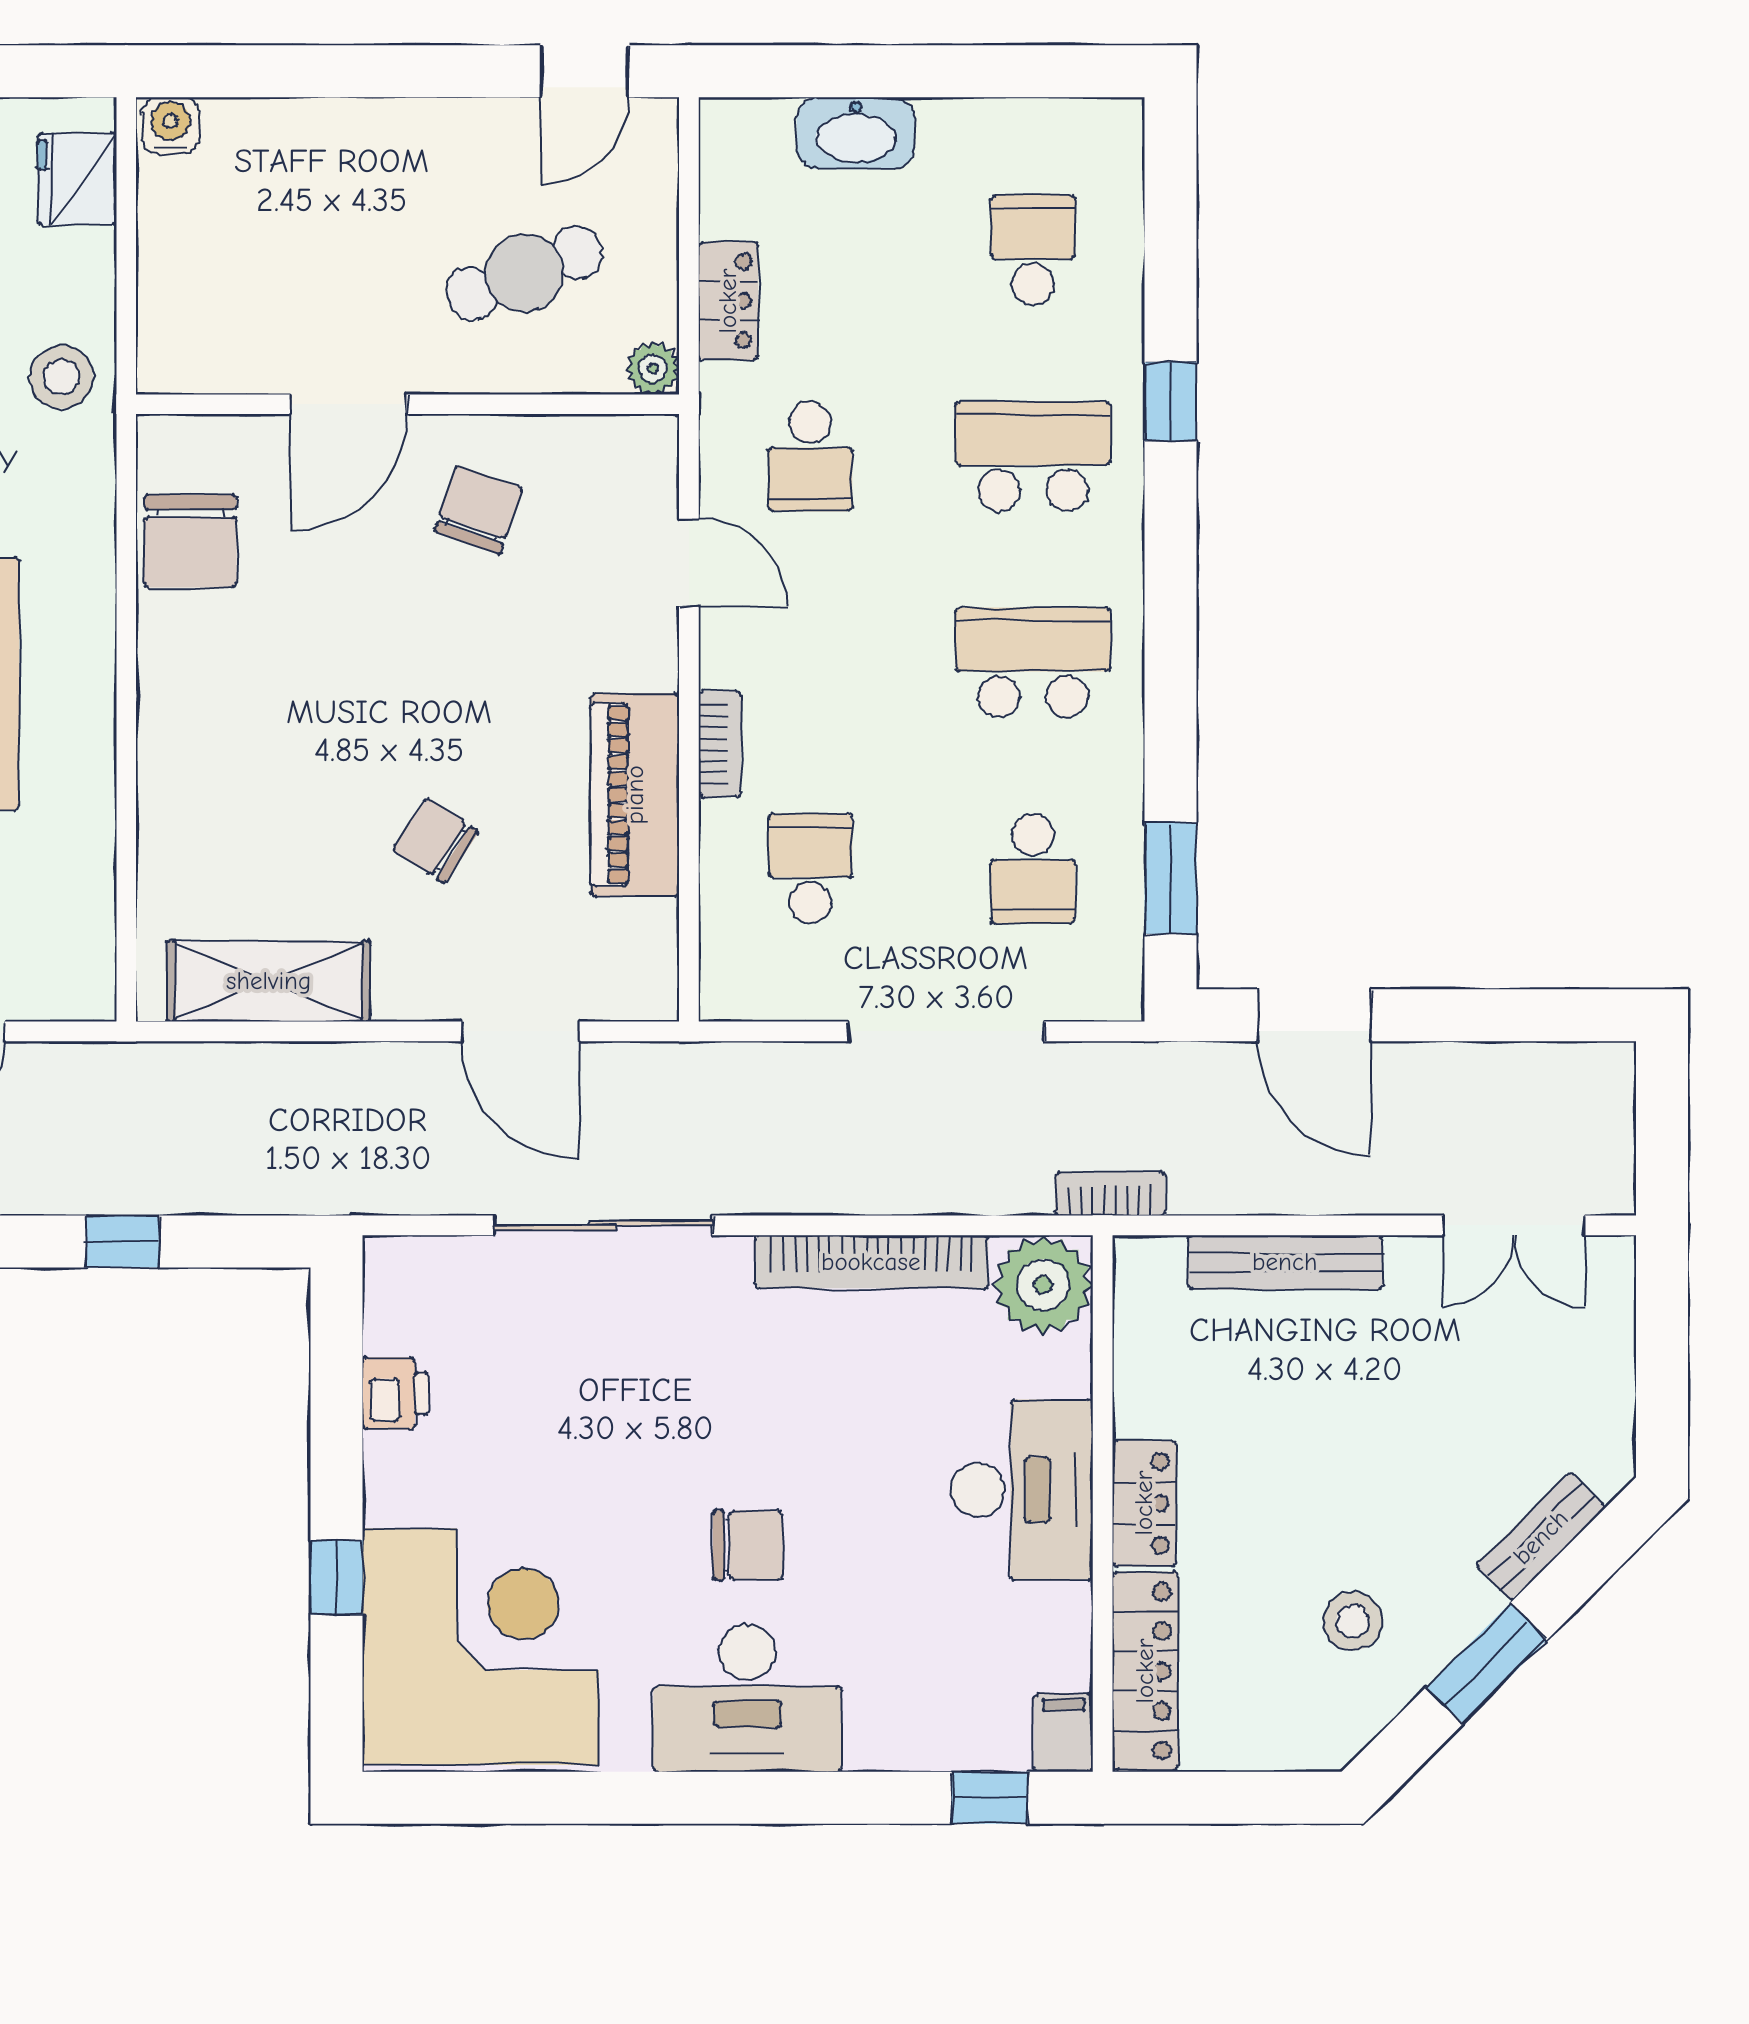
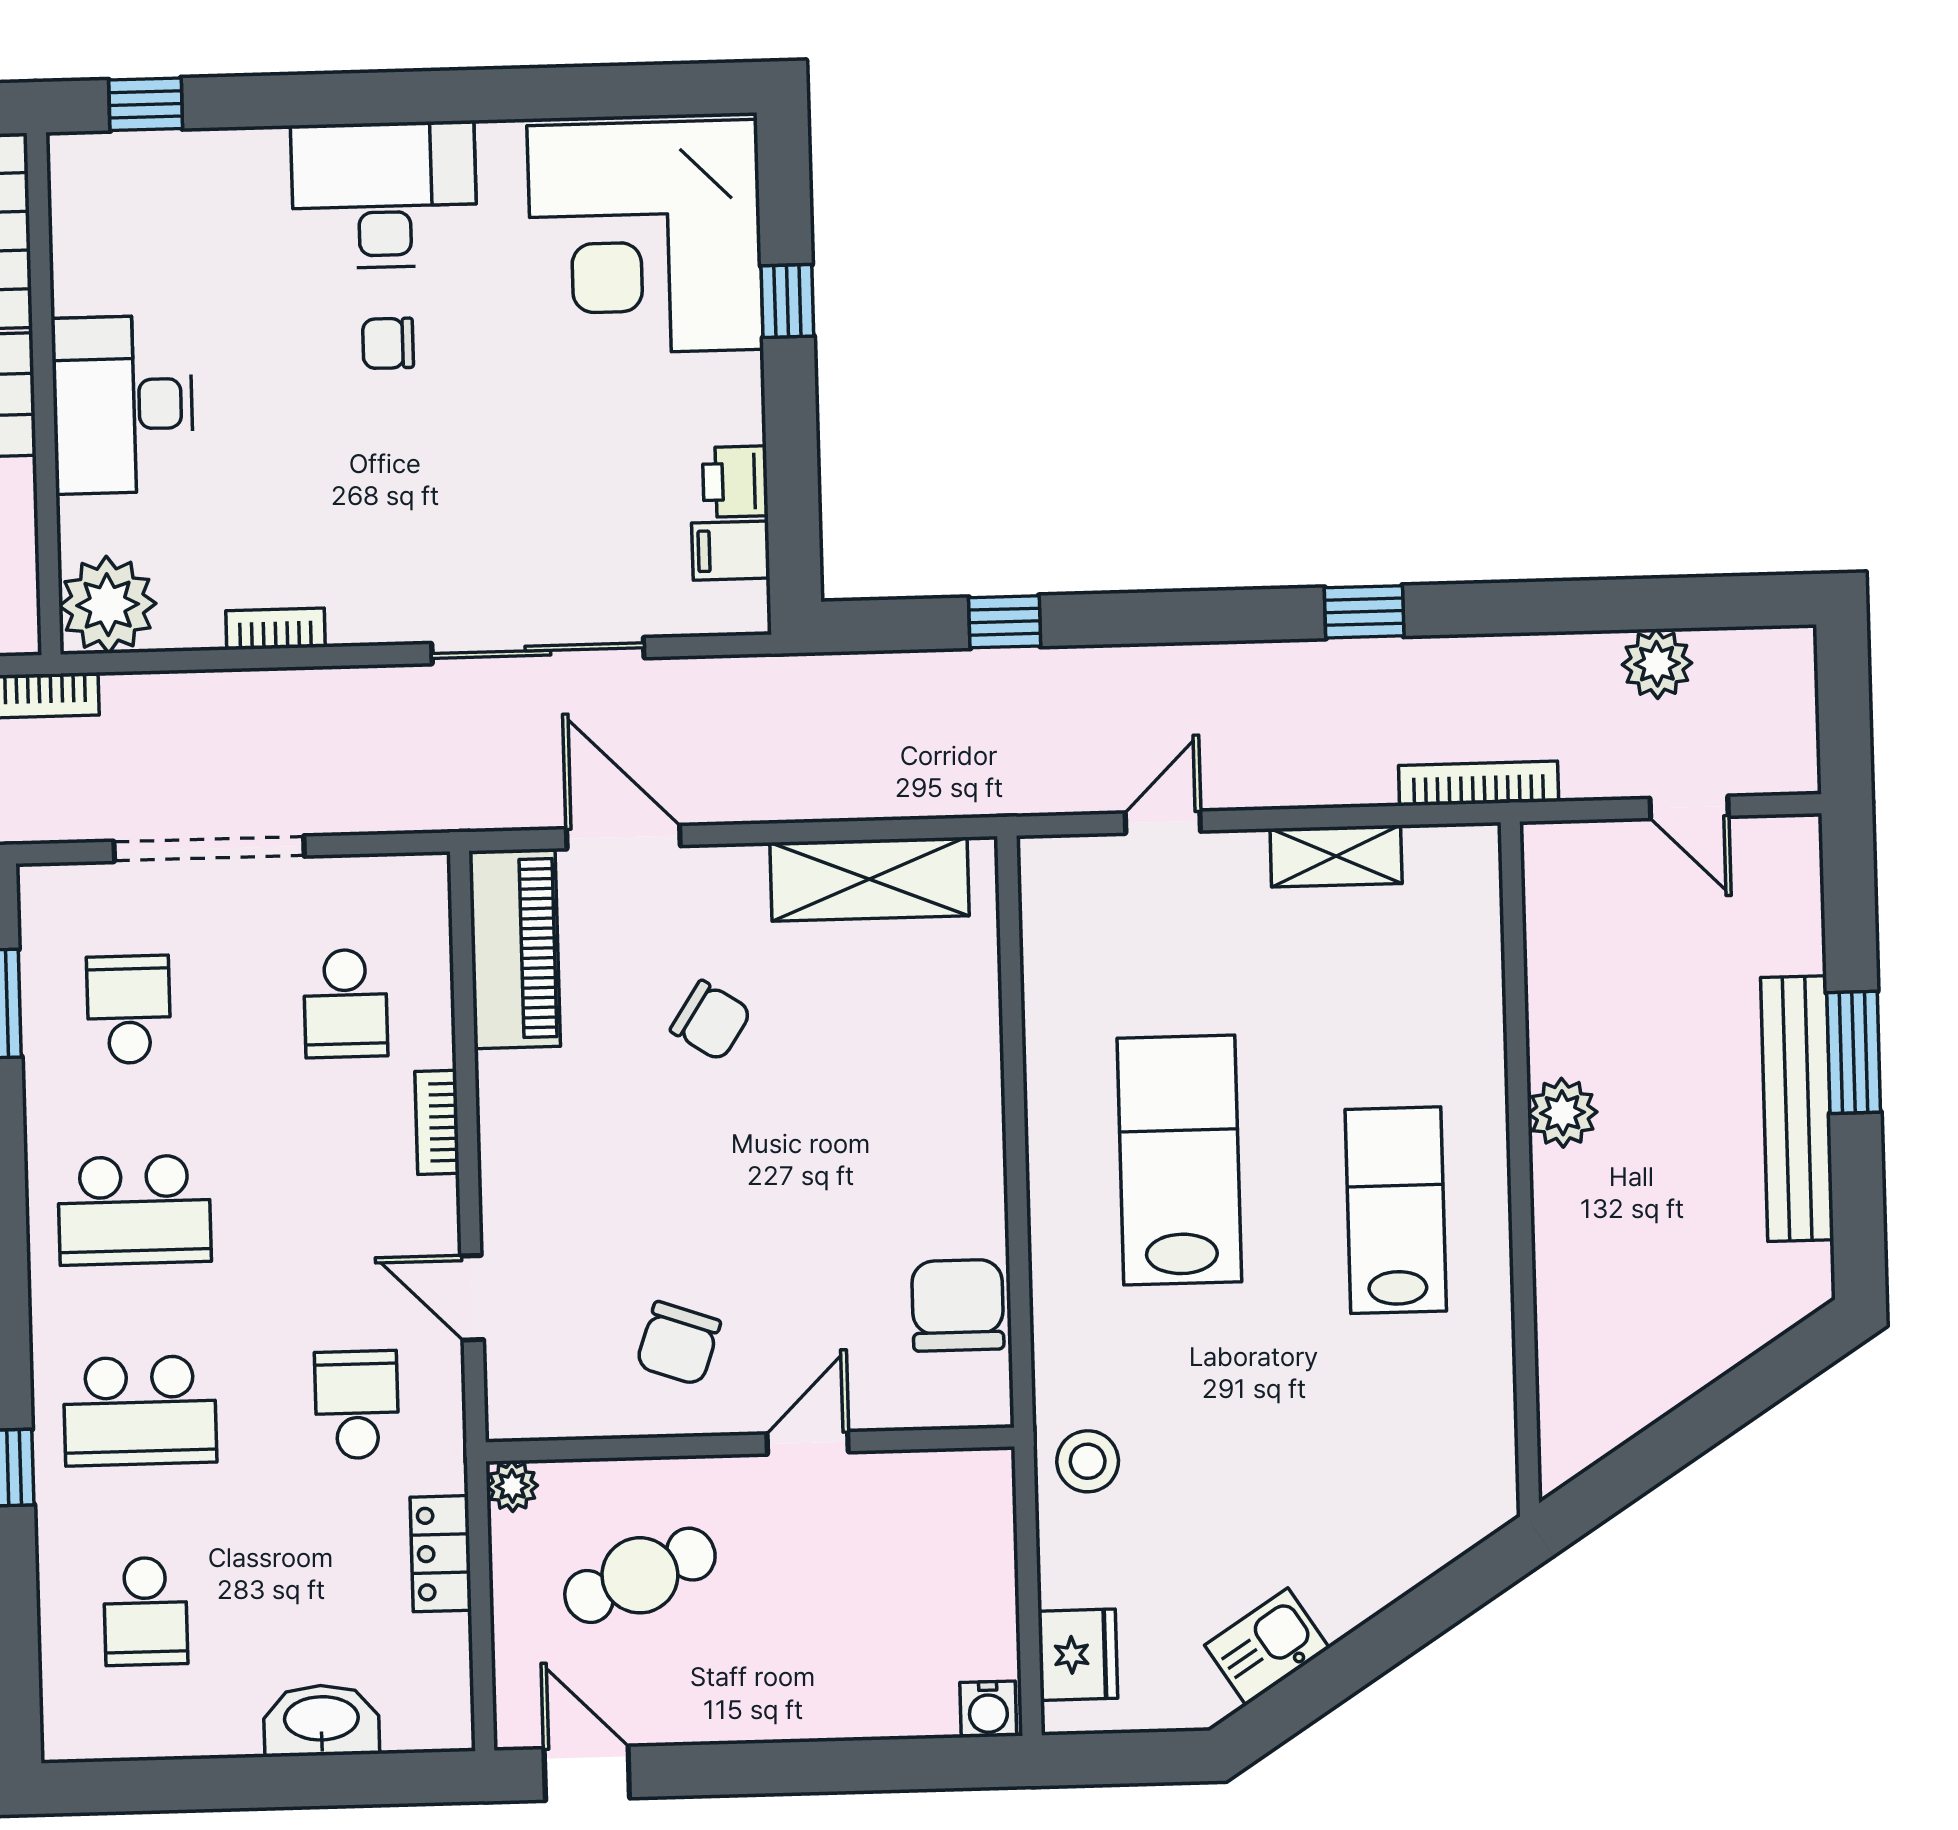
door: (585, 71) -> (587, 1773), hinge flipped
door: (348, 404) -> (808, 1443), width x0.73
piano: (635, 795) -> (515, 949), moved
bookcase: (871, 1262) -> (275, 629), width x0.43, depth x0.76
chair: (748, 1545) -> (388, 343), width x0.73, depth x0.73
filing cabinet: (1063, 1732) -> (731, 551), moved, turned 90

